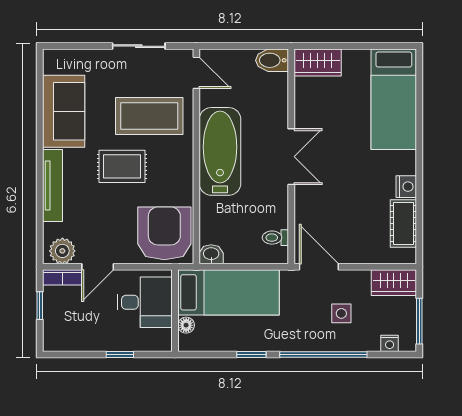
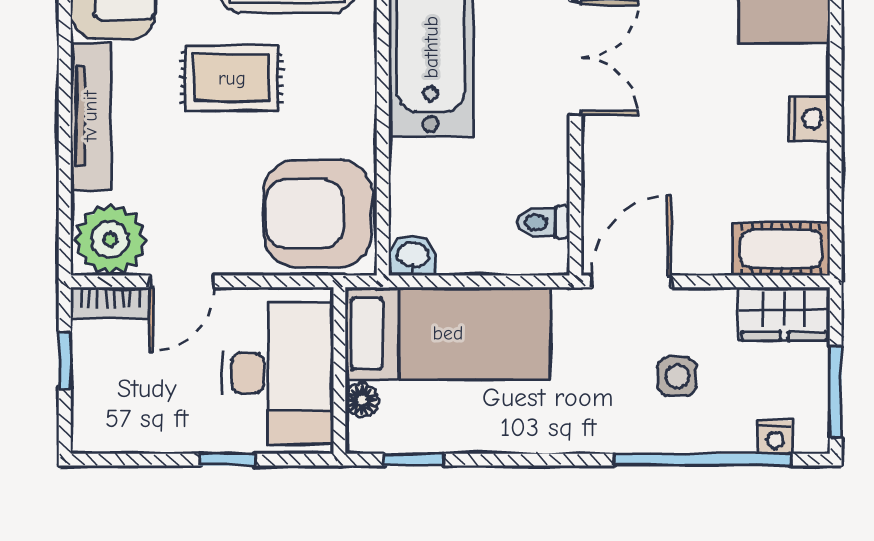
cot: (403, 223) -> (781, 249), moved, turned 90
armchair: (164, 233) -> (318, 214), turned -90
plant: (62, 251) -> (110, 240), width x1.36, depth x1.36
door: (319, 267) -> (632, 281), hinge flipped
desk: (145, 302) -> (278, 373), width x1.37
window: (251, 354) -> (414, 460), moved
window: (323, 354) -> (703, 460), moved

